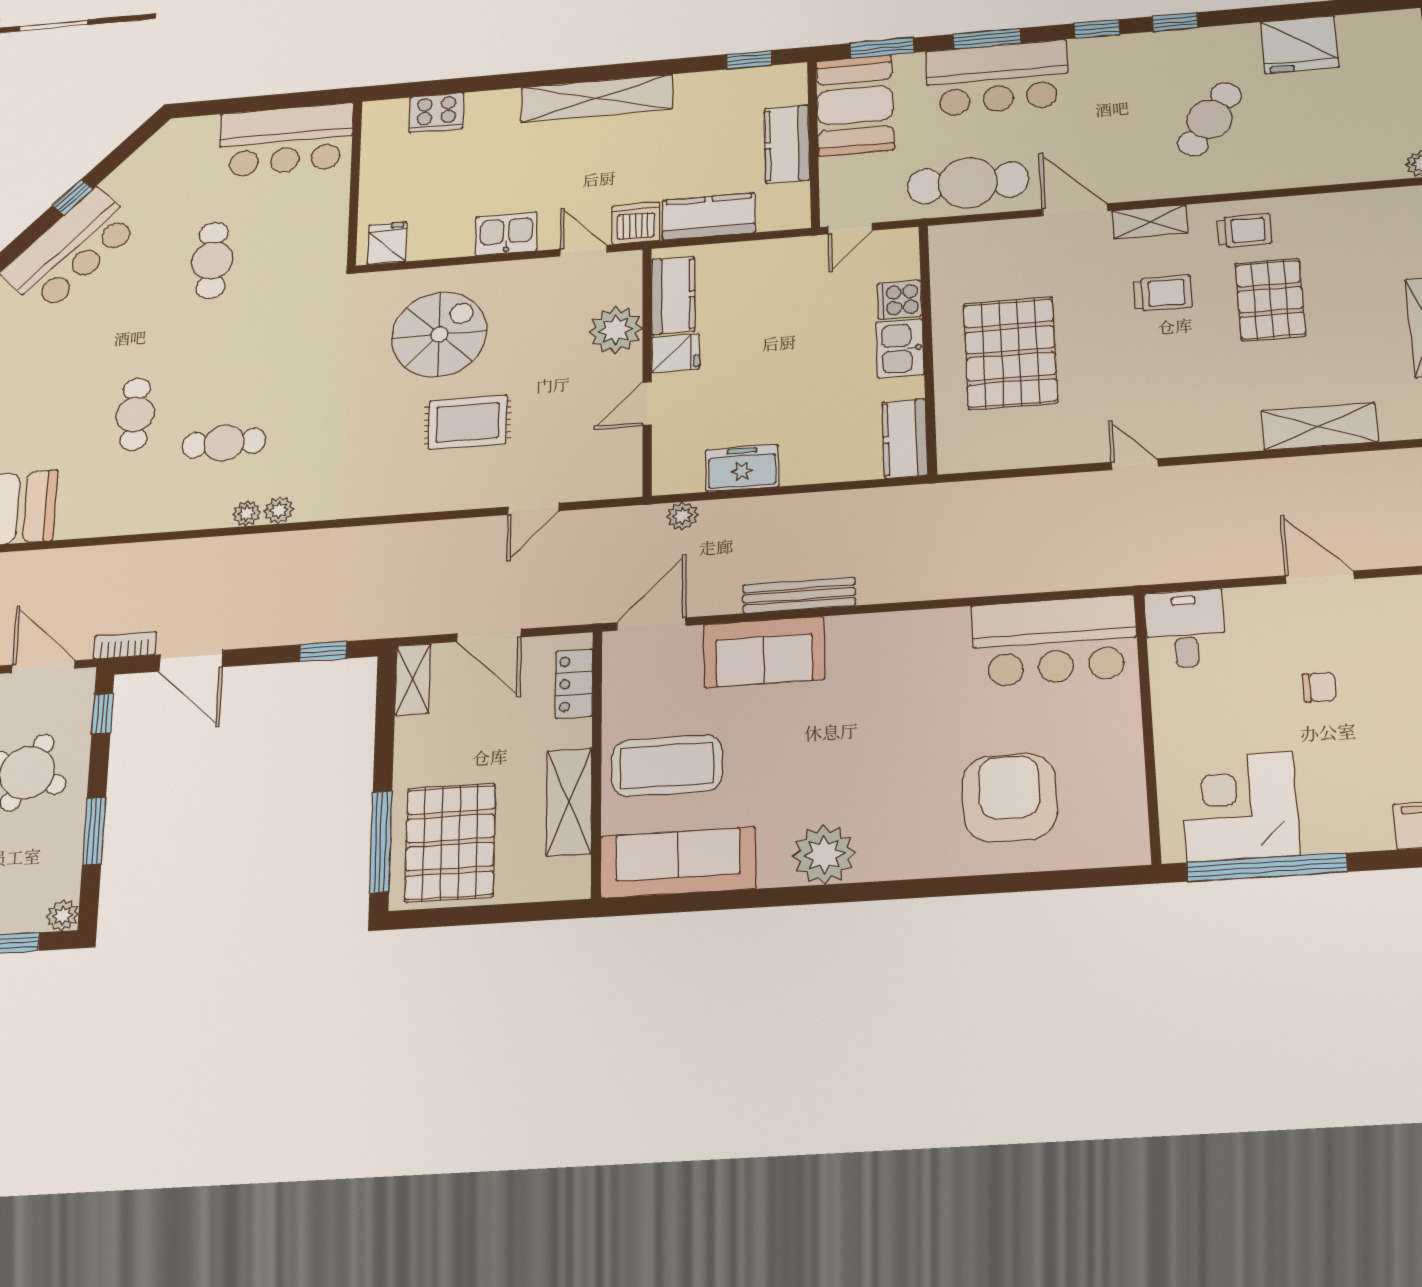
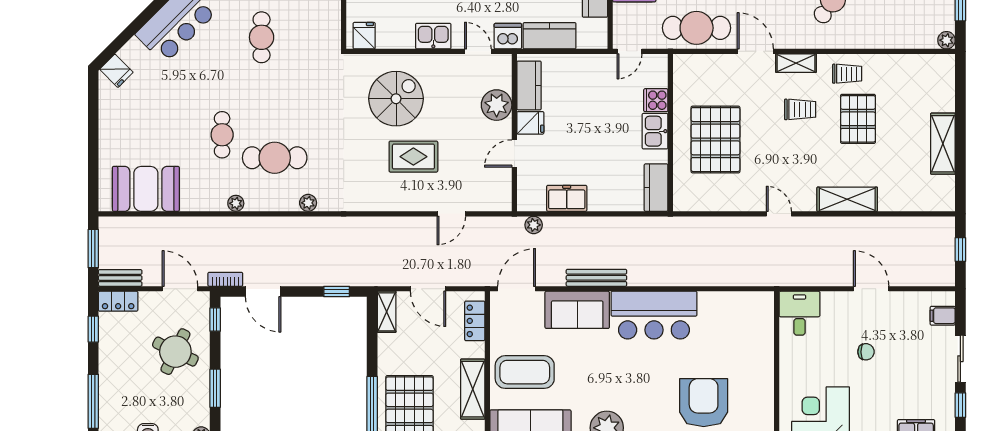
shelving: (1319, 426) -> (847, 199), moved
cafe table: (224, 443) -> (275, 158), width x1.37, depth x1.35
plant: (247, 513) -> (236, 203), moved
bar counter: (1055, 641) -> (654, 315), moved

